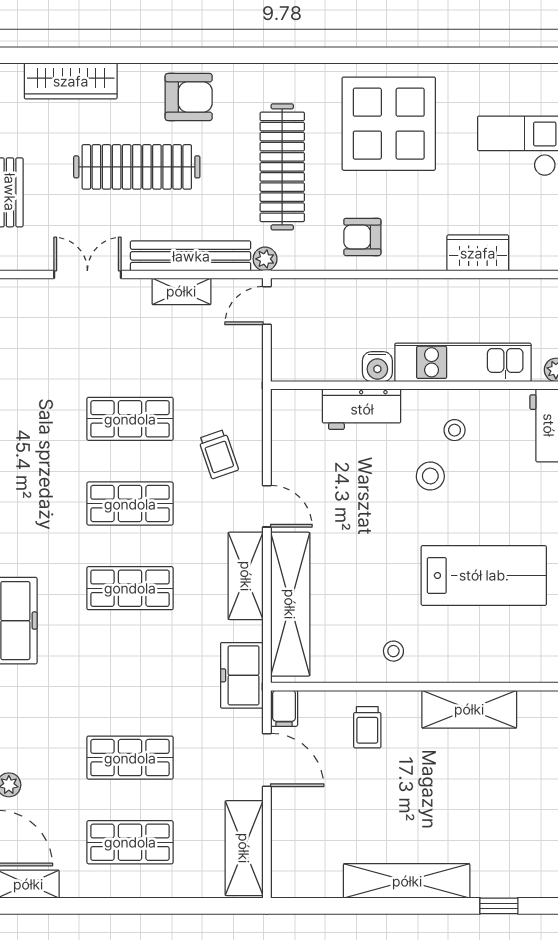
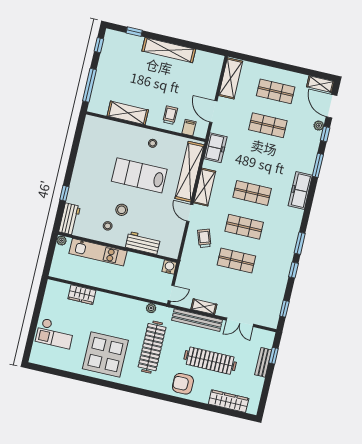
armchair: (362, 237) -> (127, 312), removed
plant: (265, 259) -> (151, 308), moved
water cooler: (377, 367) -> (169, 267), moved
lab bench: (484, 575) -> (139, 175), moved
filing cabinet: (284, 708) -> (189, 128), moved

